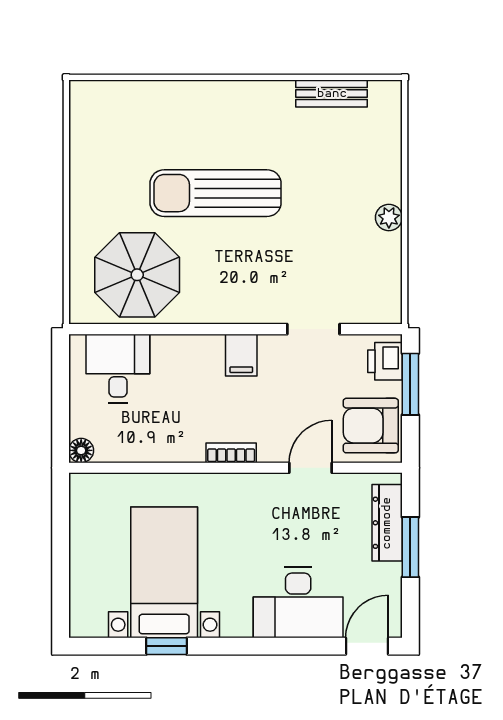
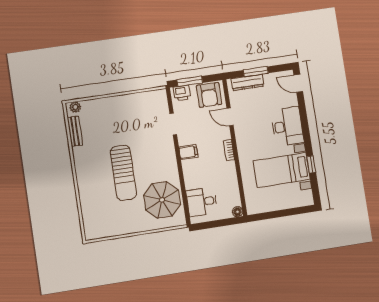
plant: (389, 217) -> (75, 107), moved
desk: (298, 603) -> (287, 126), moved

